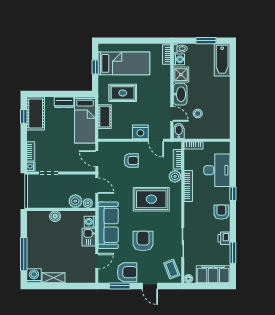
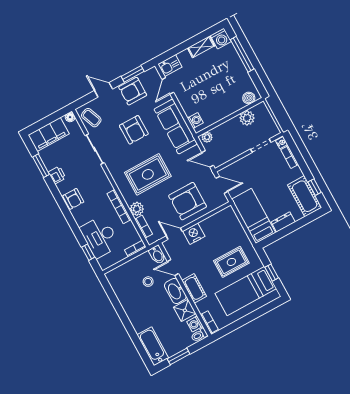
cot: (105, 117) -> (194, 288), moved
armchair: (131, 161) -> (188, 201), width x1.88, depth x1.88
window: (233, 194) -> (88, 252), moved
plant: (75, 201) -> (247, 118), moved
boiler: (55, 216) -> (249, 98), moved
kitchen sink: (89, 237) -> (170, 66), moved, turned 90

